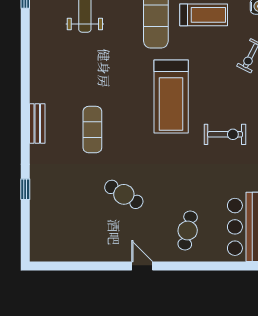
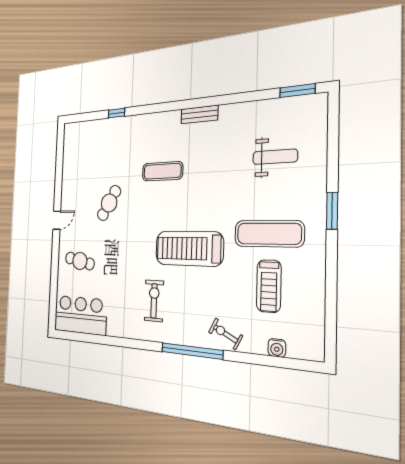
bench: (37, 124) -> (199, 114), moved
exercise bike: (225, 134) -> (154, 301), turned 180

